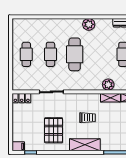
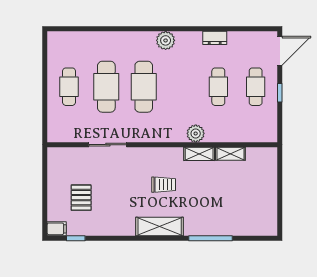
cafe table: (50, 54) -> (106, 87), width x1.37, depth x1.35
locker: (22, 98) -> (62, 154), removed
pallet: (54, 130) -> (81, 198), moved, width x0.67, depth x0.71

